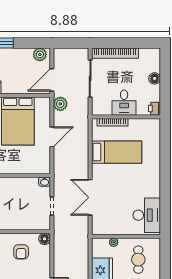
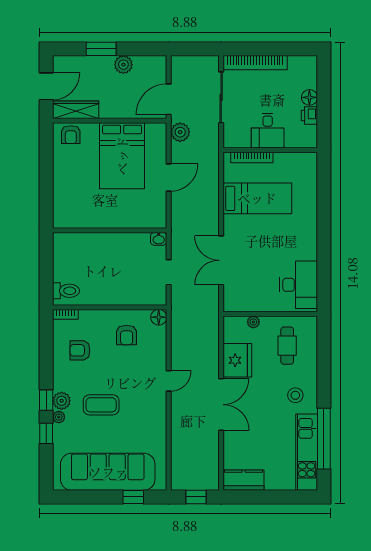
plant: (40, 54) -> (123, 65), moved
printer: (155, 109) -> (309, 115), moved

